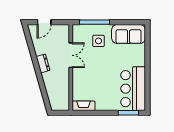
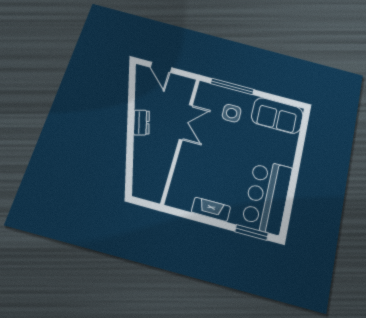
door: (44, 22) -> (161, 67), hinge flipped
fireplace: (83, 106) -> (211, 209), moved

